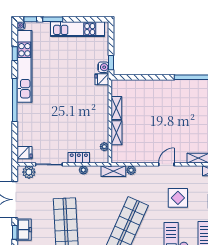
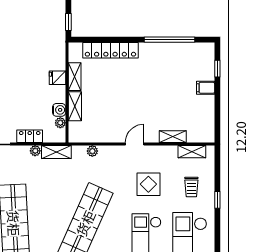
water cooler: (103, 67) -> (59, 110), moved
fridge: (102, 79) -> (57, 78), moved
locker: (146, 86) -> (110, 50), added
shelving: (113, 171) -> (56, 152), moved

